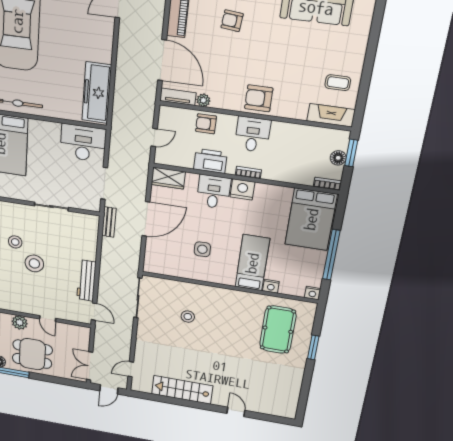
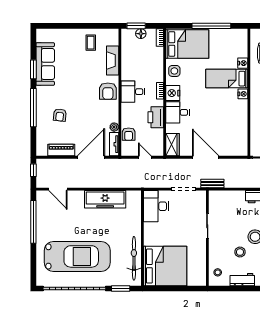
freezer: (97, 93) -> (105, 199), moved
fireplace: (331, 115) -> (113, 60), moved
armchair: (206, 124) -> (129, 134), moved
side table: (202, 249) -> (174, 71), moved
nightstand: (313, 293) -> (243, 94), moved

